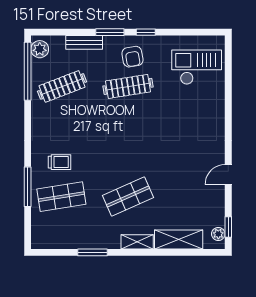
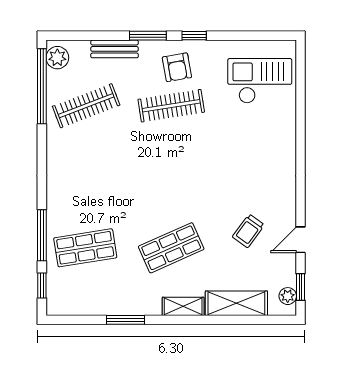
trolley: (60, 162) -> (248, 231), moved, turned 126
door: (228, 175) -> (301, 240), moved
window: (28, 226) -> (42, 285), added

